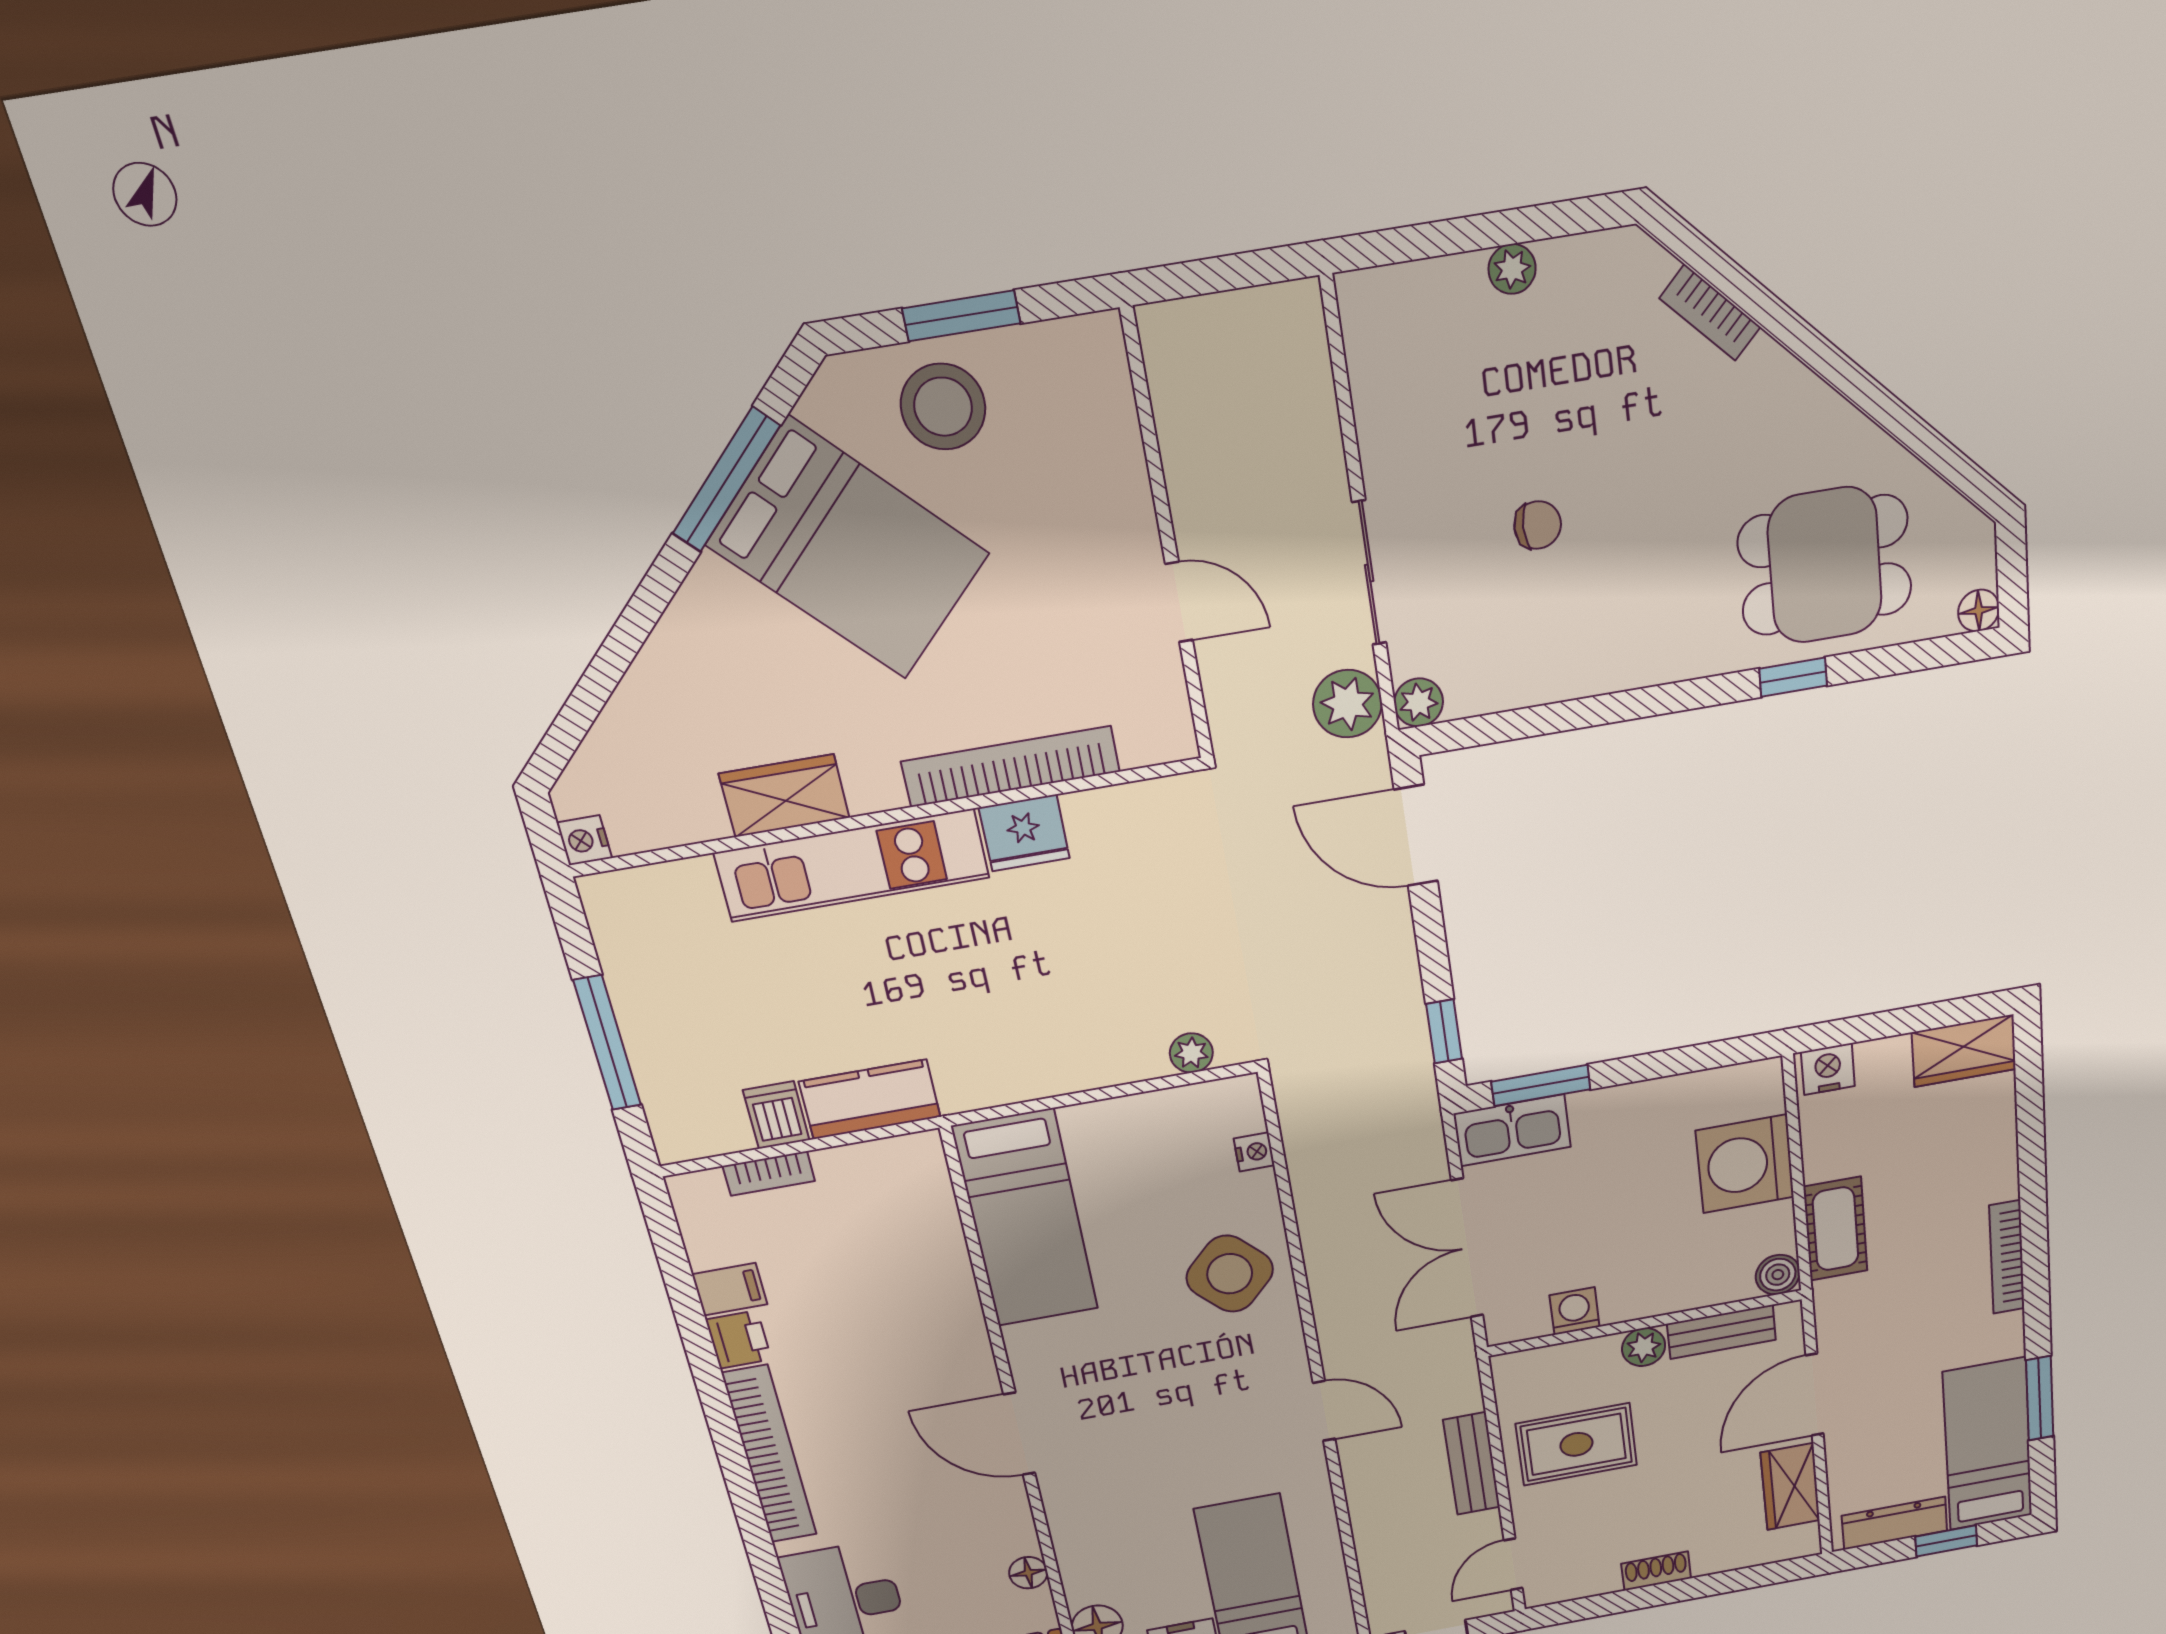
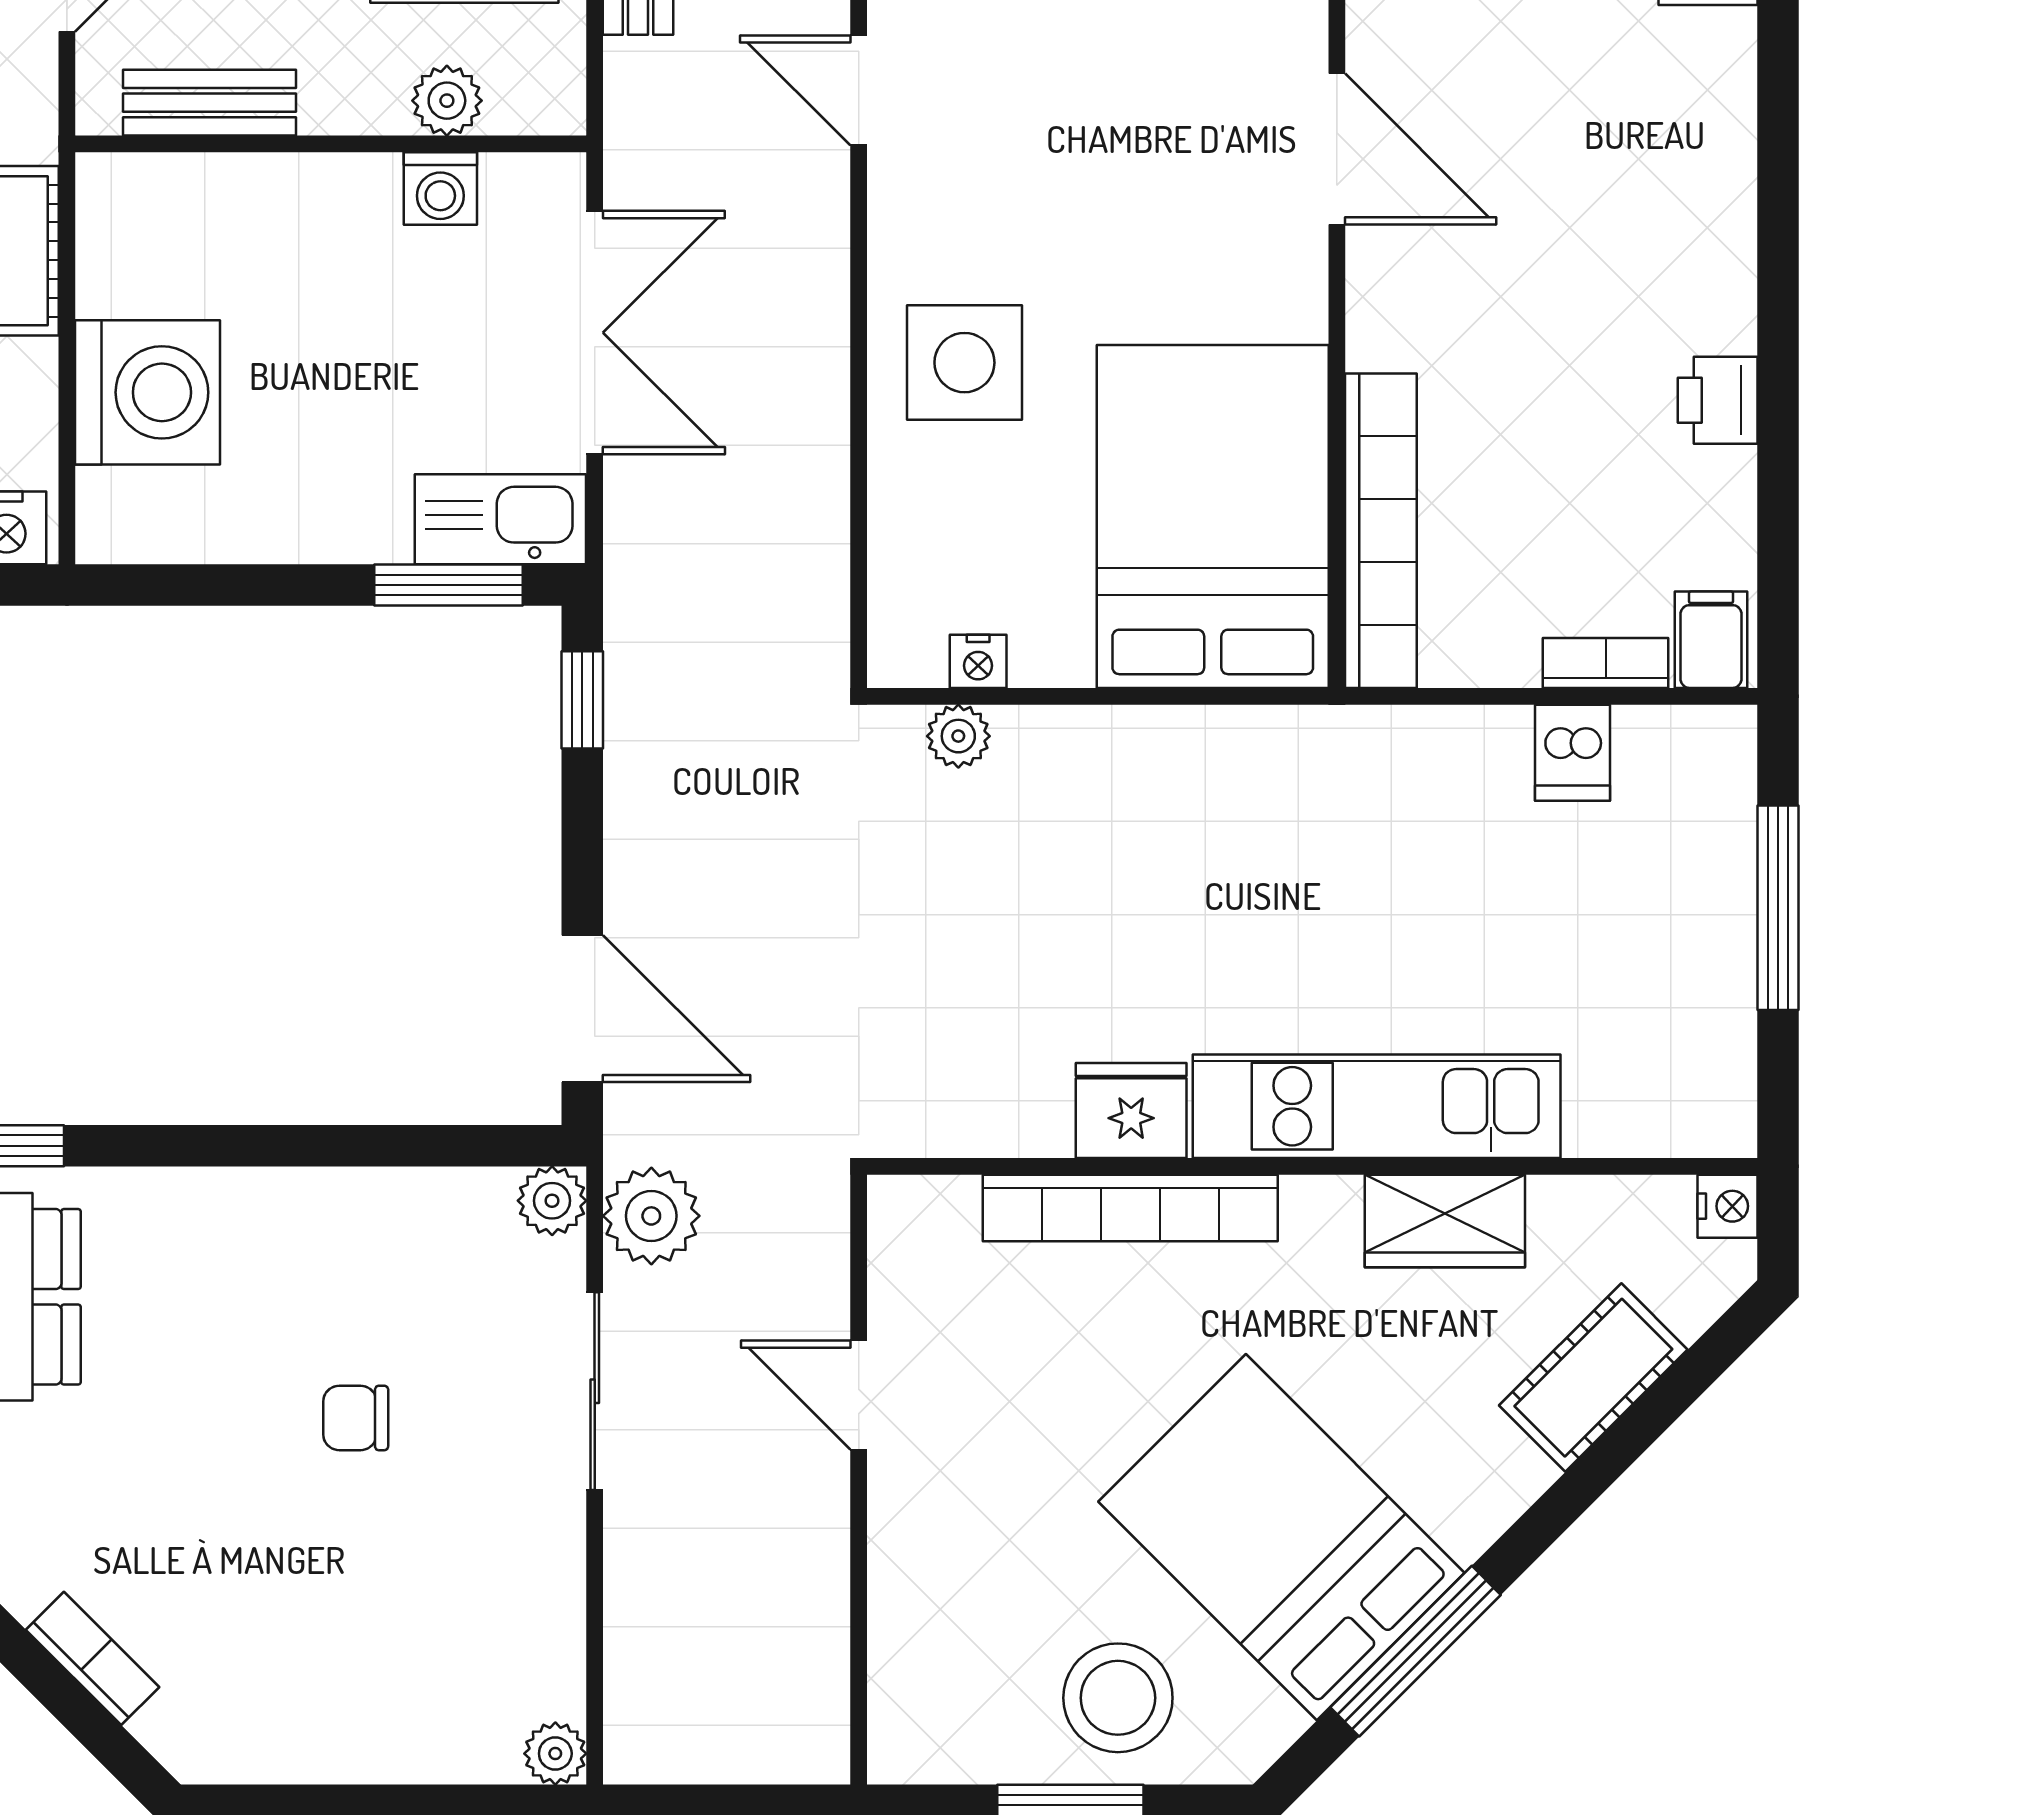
plant: (1512, 269) -> (555, 1754), moved
cot: (647, 704) -> (1593, 1378), added
kitchen counter: (870, 1099) -> (1434, 752), removed
nightstand: (1254, 1152) -> (978, 661), moved, turned -90
bed: (1026, 1219) -> (1213, 516), width x1.50
side table: (1230, 1274) -> (964, 363), turned 45
boiler: (1778, 1275) -> (111, 188), removed
filing cabinet: (730, 1289) -> (1711, 640), moved, turned 90
plant: (1644, 1347) -> (447, 101), moved
bookcase: (770, 1455) -> (1381, 531), moved, turned 180

